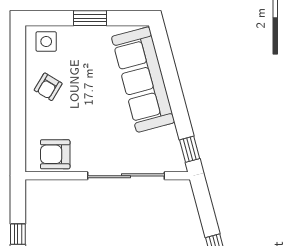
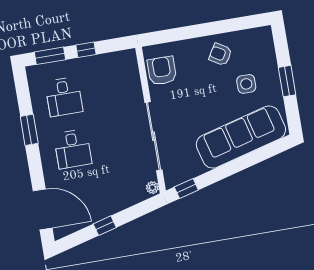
side table: (46, 42) -> (246, 84), moved
plant: (182, 186) -> (152, 188), added

